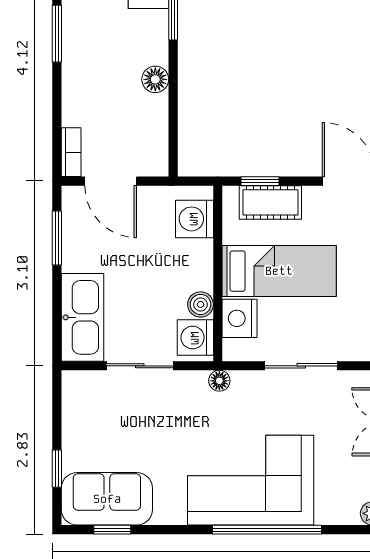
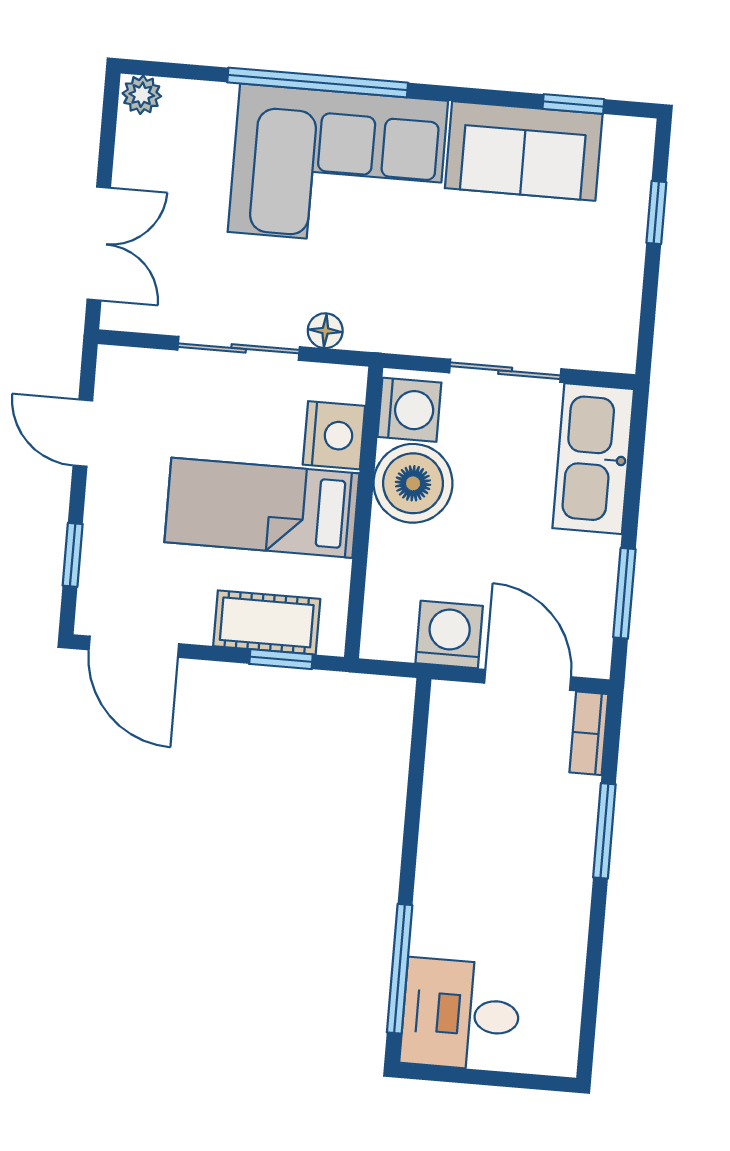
window: (57, 34) -> (604, 831), moved
floor lamp: (155, 79) -> (440, 842), removed
washing machine: (194, 219) -> (449, 634), moved, turned -90
boiler: (201, 304) -> (413, 483), width x1.86, depth x1.86
floor lamp: (219, 381) -> (325, 331), moved
sofa: (107, 499) -> (524, 151), moved

